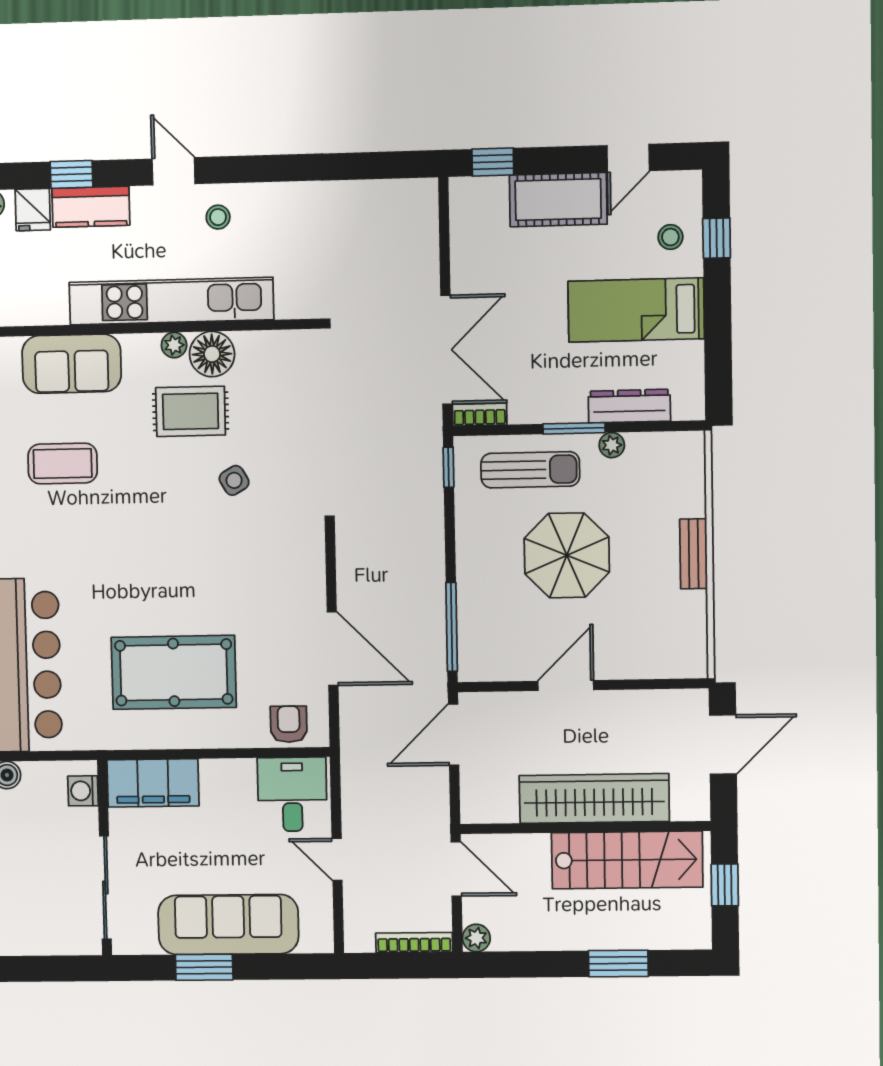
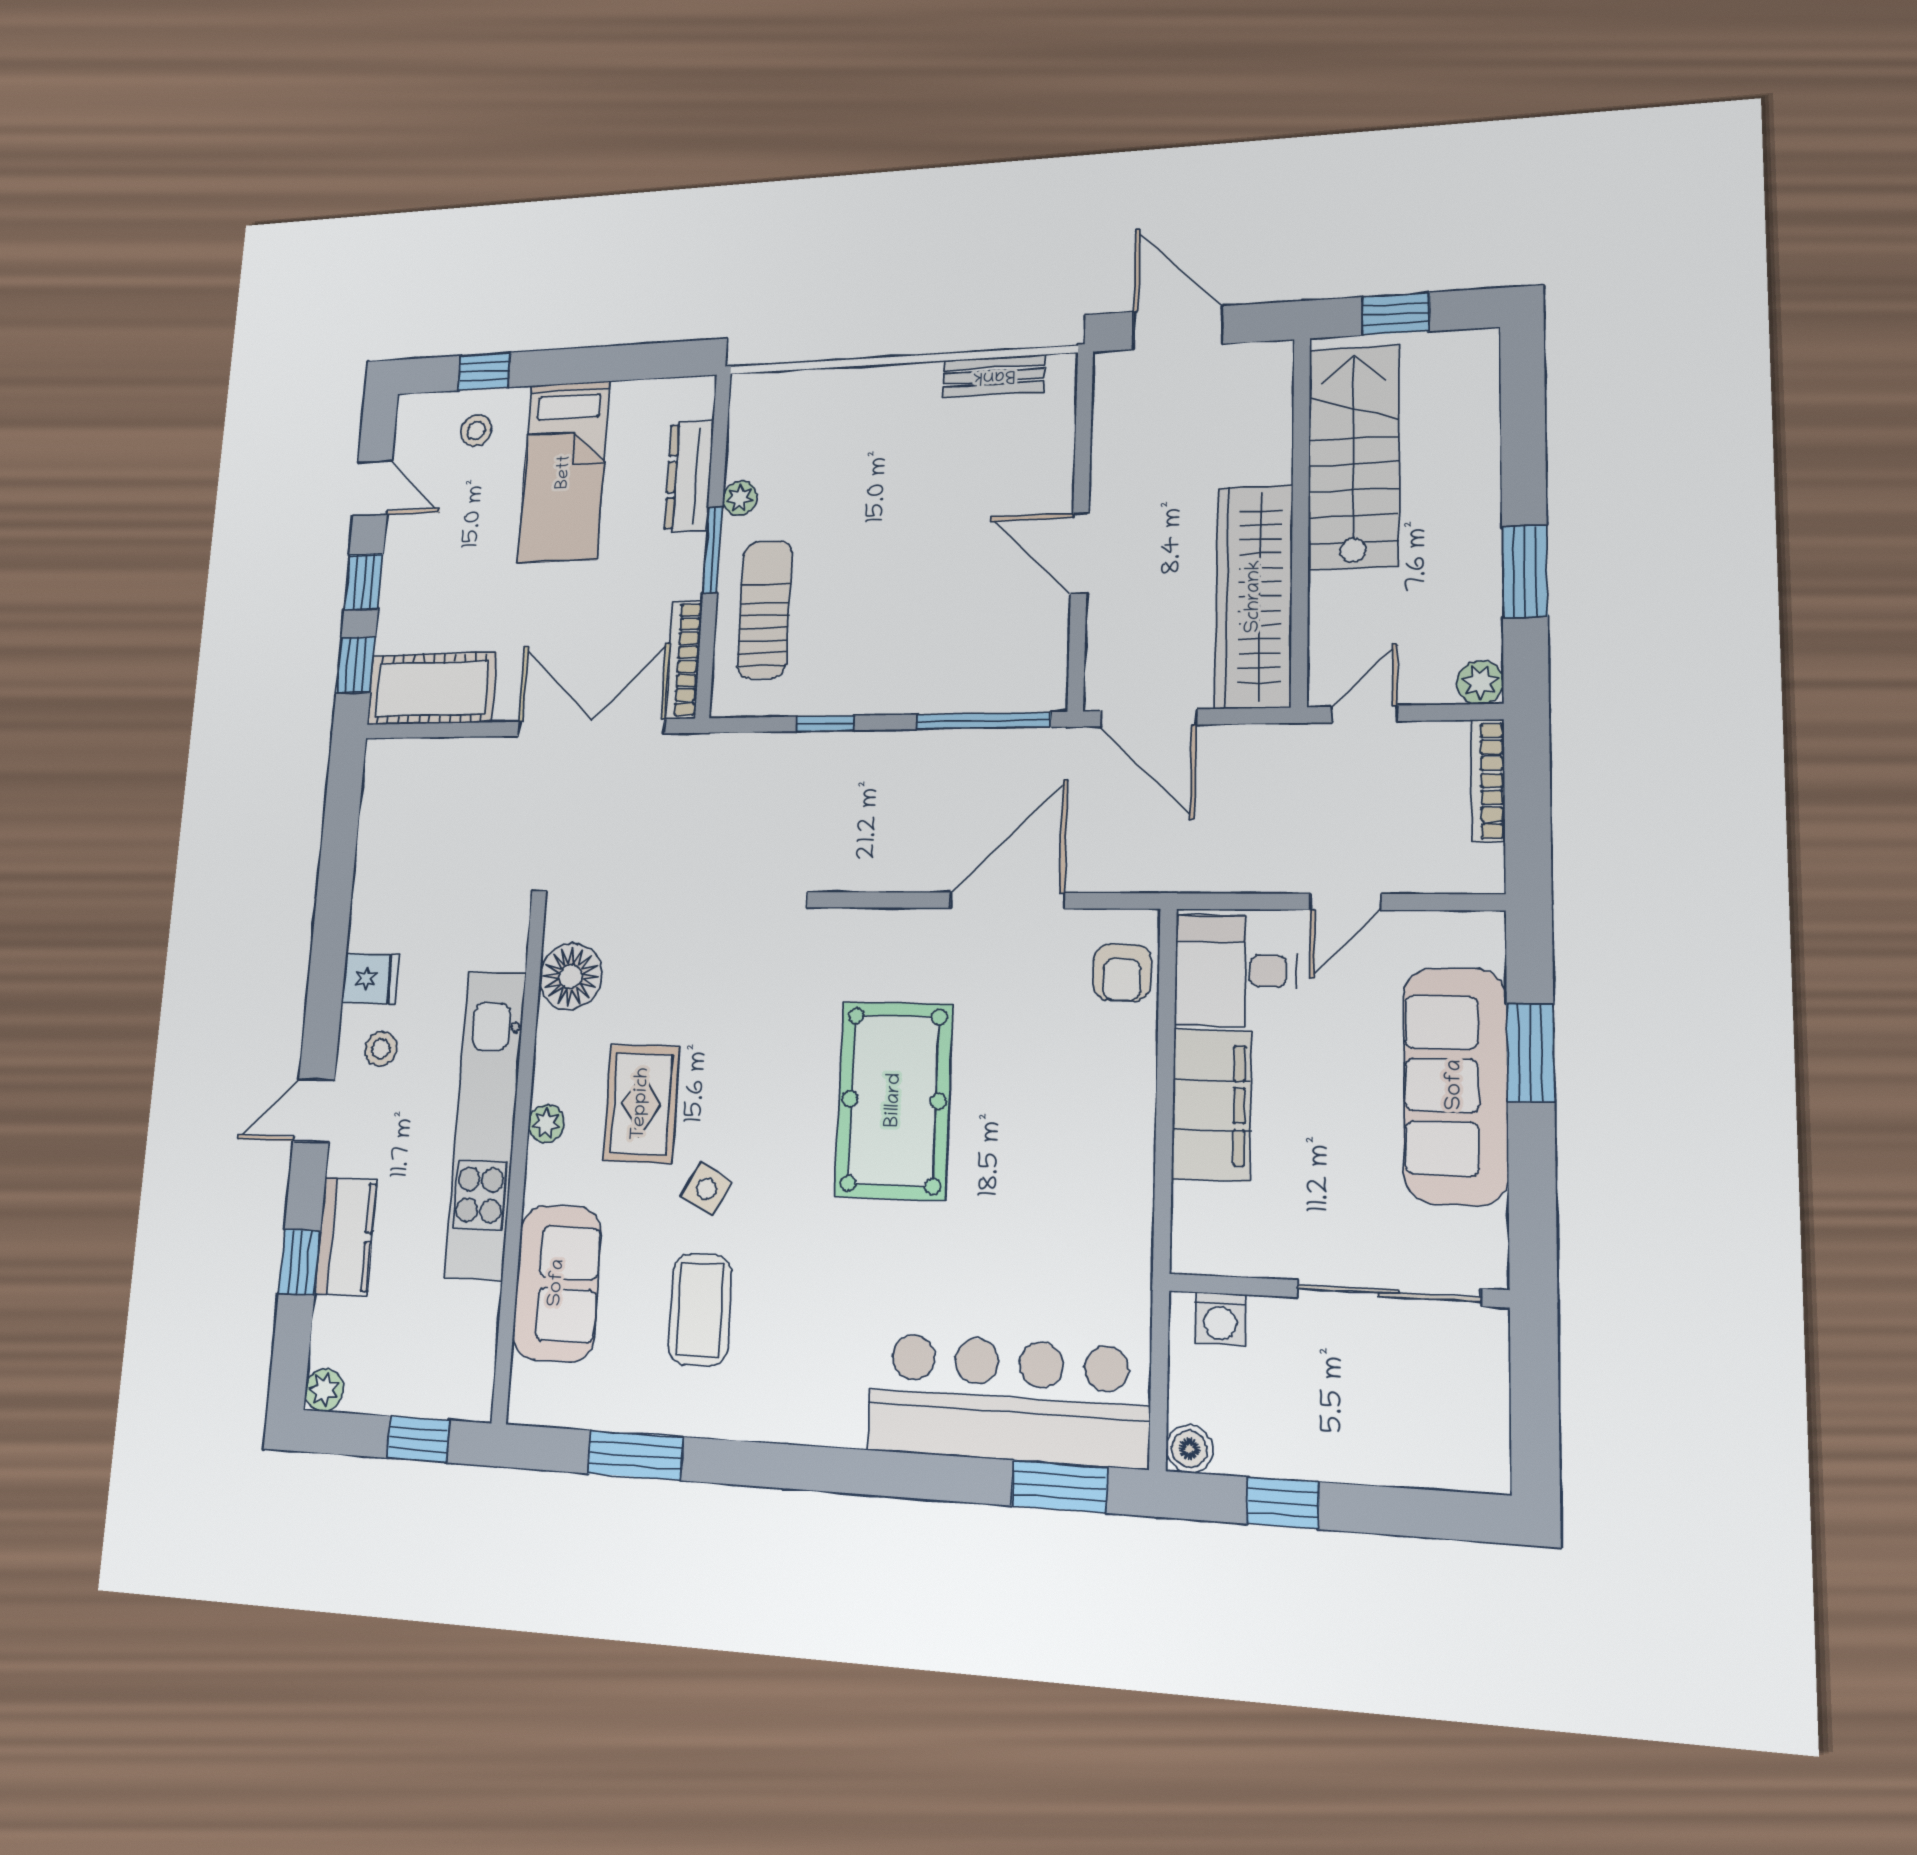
window: (556, 160) -> (364, 582), added
cot: (558, 200) -> (432, 689), moved, turned 90
fridge: (33, 210) -> (370, 979), moved
floor lamp: (212, 354) -> (571, 976), moved
bookcase: (480, 415) -> (684, 660), width x1.56
window: (449, 467) -> (825, 723), moved
side table: (234, 480) -> (706, 1189), moved, turned -31
bench: (694, 554) -> (994, 376), moved
parasol: (567, 555) -> (889, 556), removed
pool table: (174, 672) -> (894, 1100), moved
armchair: (289, 724) -> (1122, 972), turned -90
filing cabinet: (153, 783) -> (1212, 1105), moved
wardrobe: (594, 798) -> (1254, 596), moved
door: (456, 869) -> (1364, 714), width x0.73
window: (618, 964) -> (1525, 572), moved
window: (204, 967) -> (1530, 1053), moved

